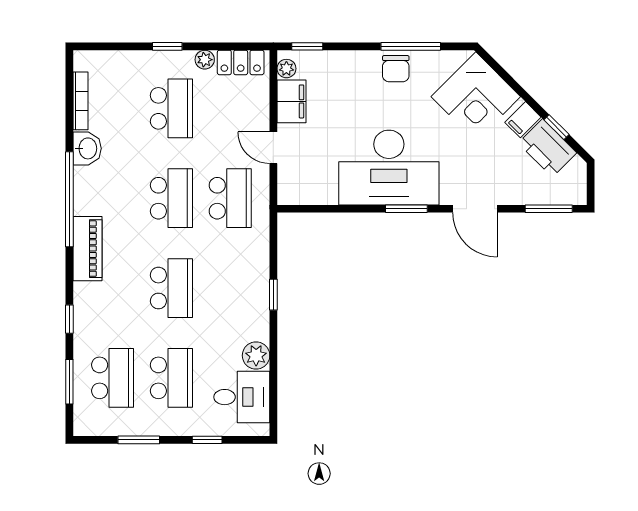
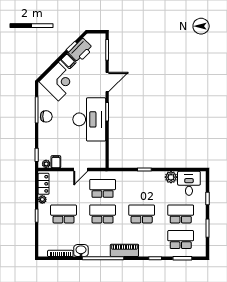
filing cabinet: (291, 101) -> (56, 162), width x0.50

